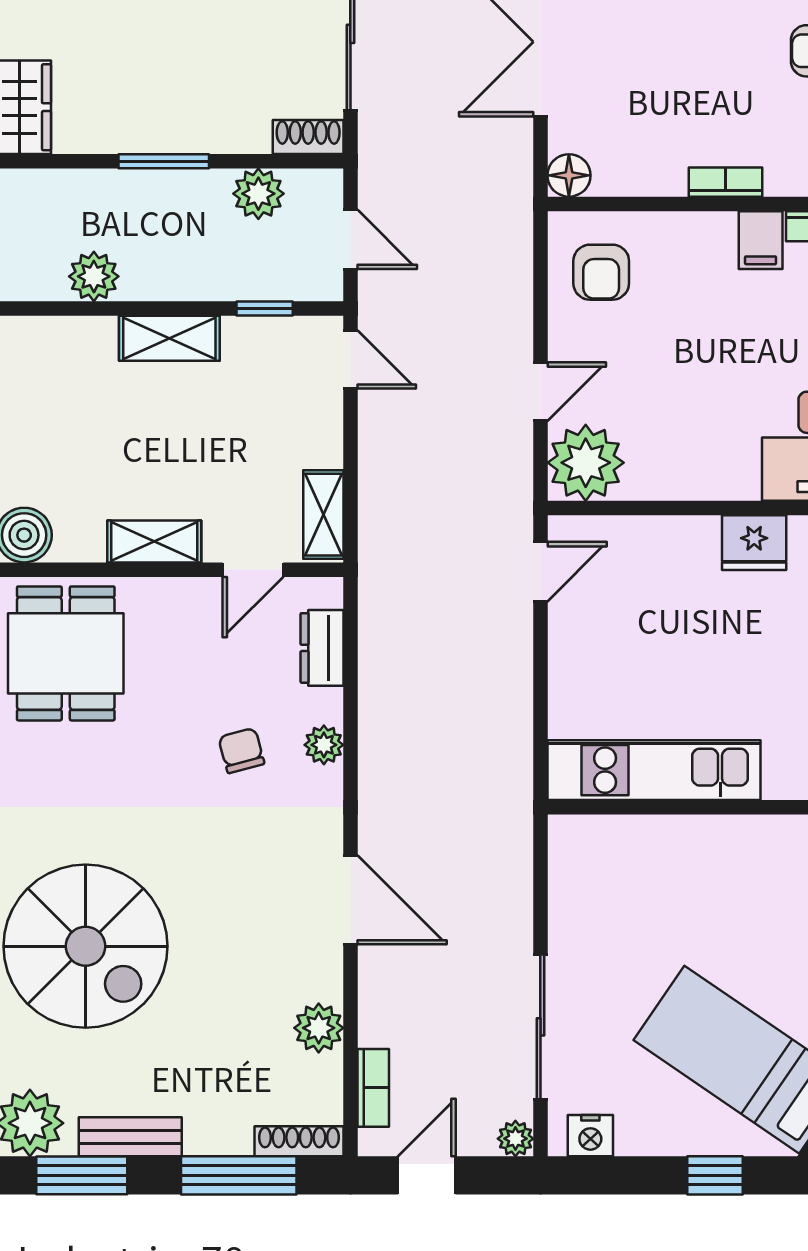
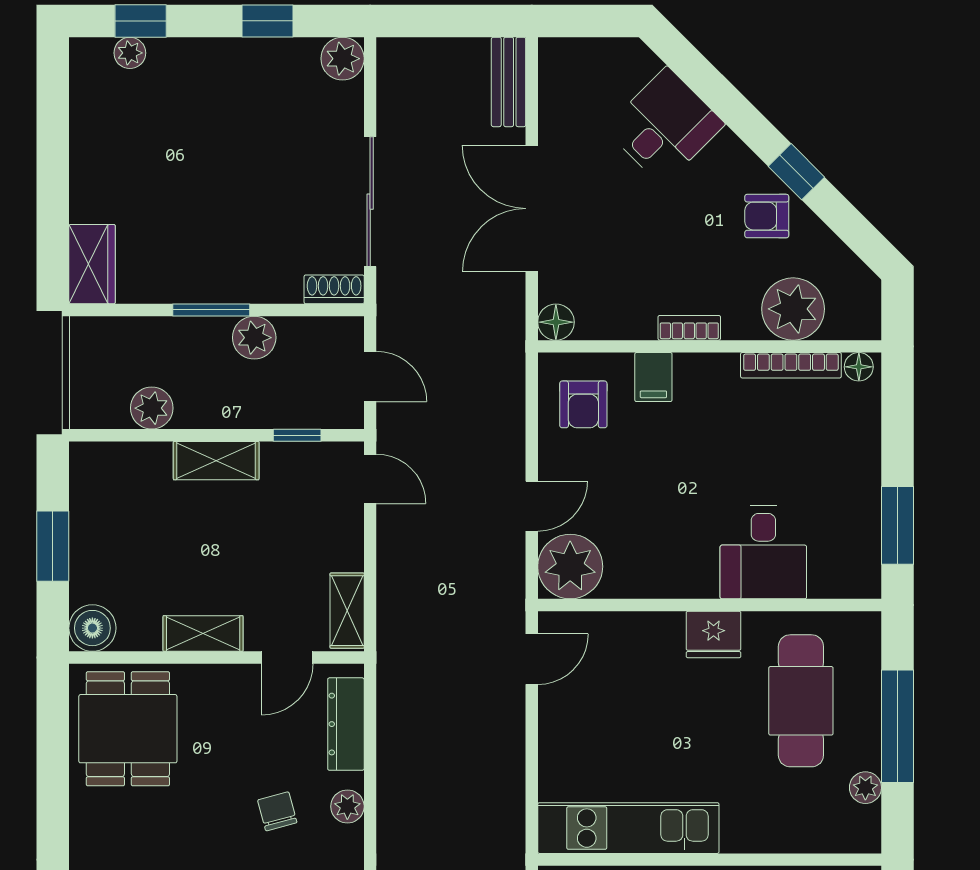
plant: (258, 194) -> (254, 338), moved
filing cabinet: (761, 240) -> (653, 377), moved
dresser: (322, 648) -> (346, 724), width x1.44

